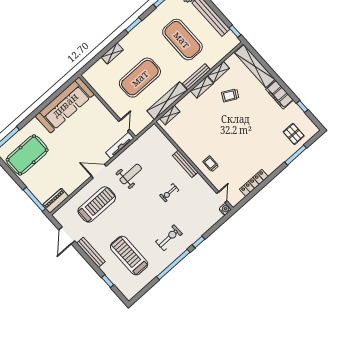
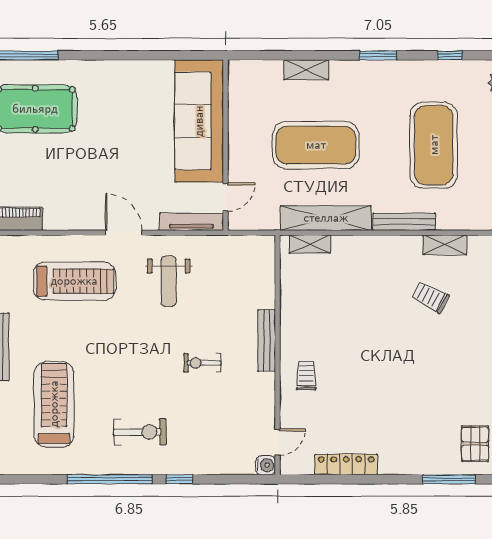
shelving: (202, 87) -> (398, 245), removed
sofa: (65, 105) -> (199, 121), moved, turned 90
weight bench: (131, 174) -> (169, 281), turned 90

